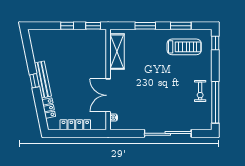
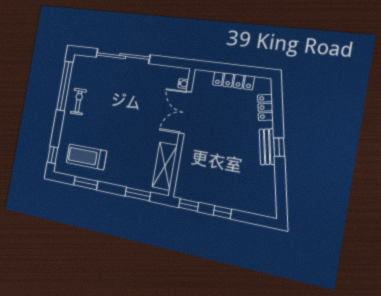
window: (145, 26) -> (138, 194), moved
bench: (43, 80) -> (267, 147), width x0.73
double door: (108, 95) -> (185, 113), swing flipped

